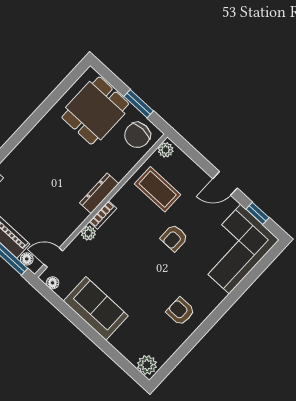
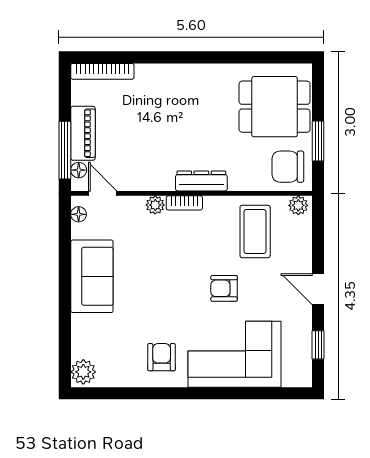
corner sofa: (235, 249) -> (235, 354), moved

